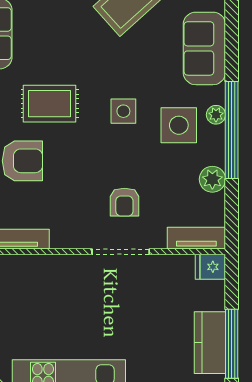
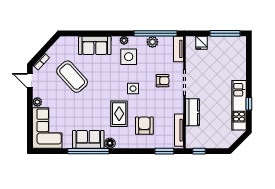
side table: (123, 111) -> (133, 89), moved
window: (232, 130) -> (155, 33), moved
fridge: (210, 267) -> (202, 43), moved
kitchen counter: (210, 343) -> (192, 112), moved, turned -90

